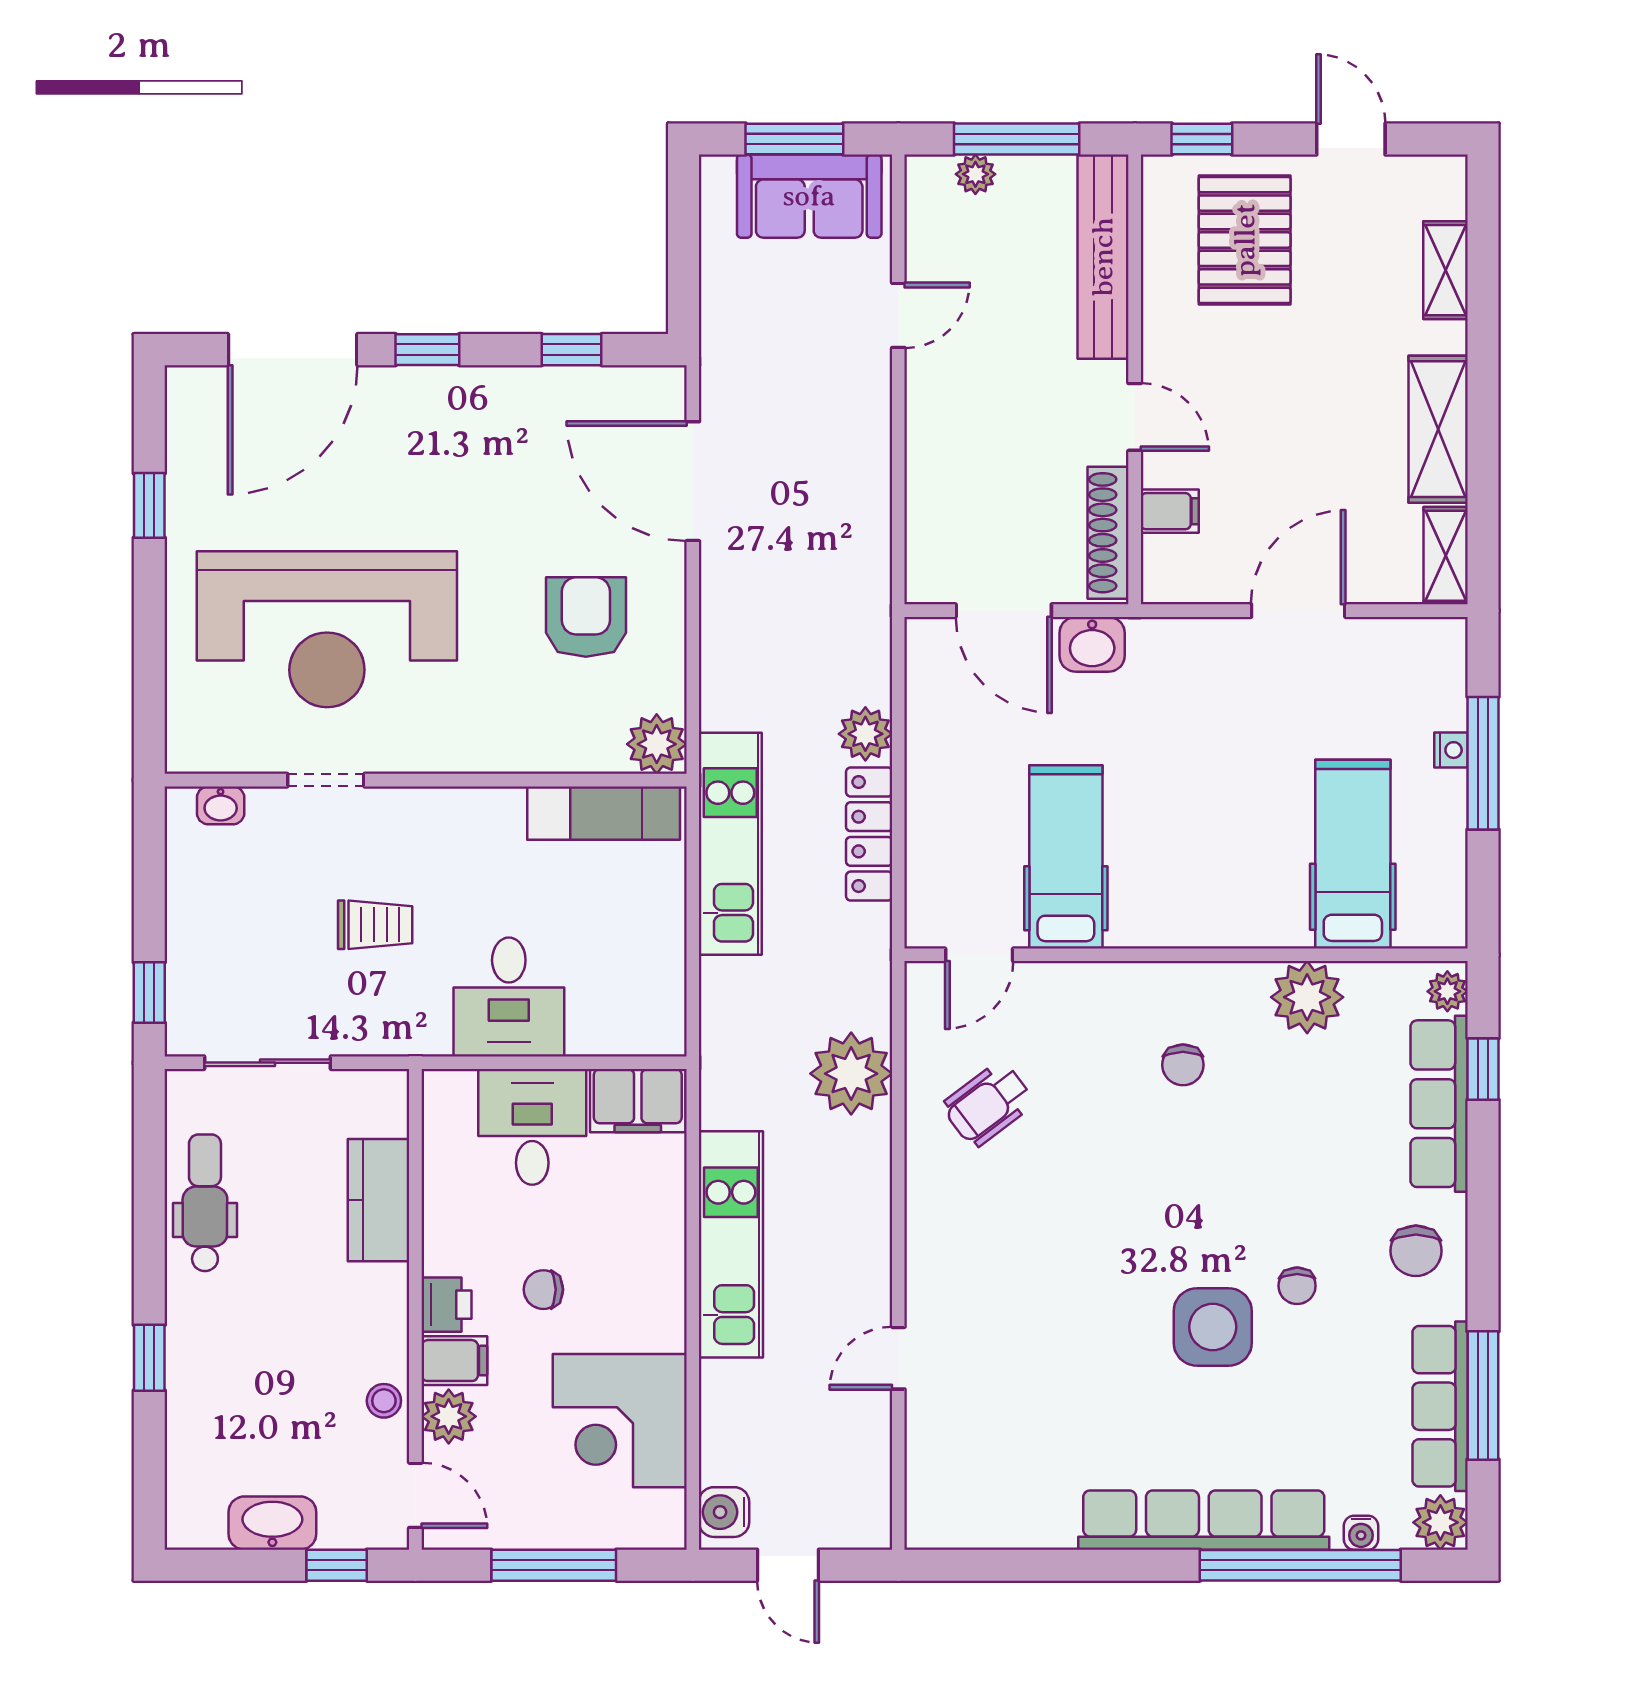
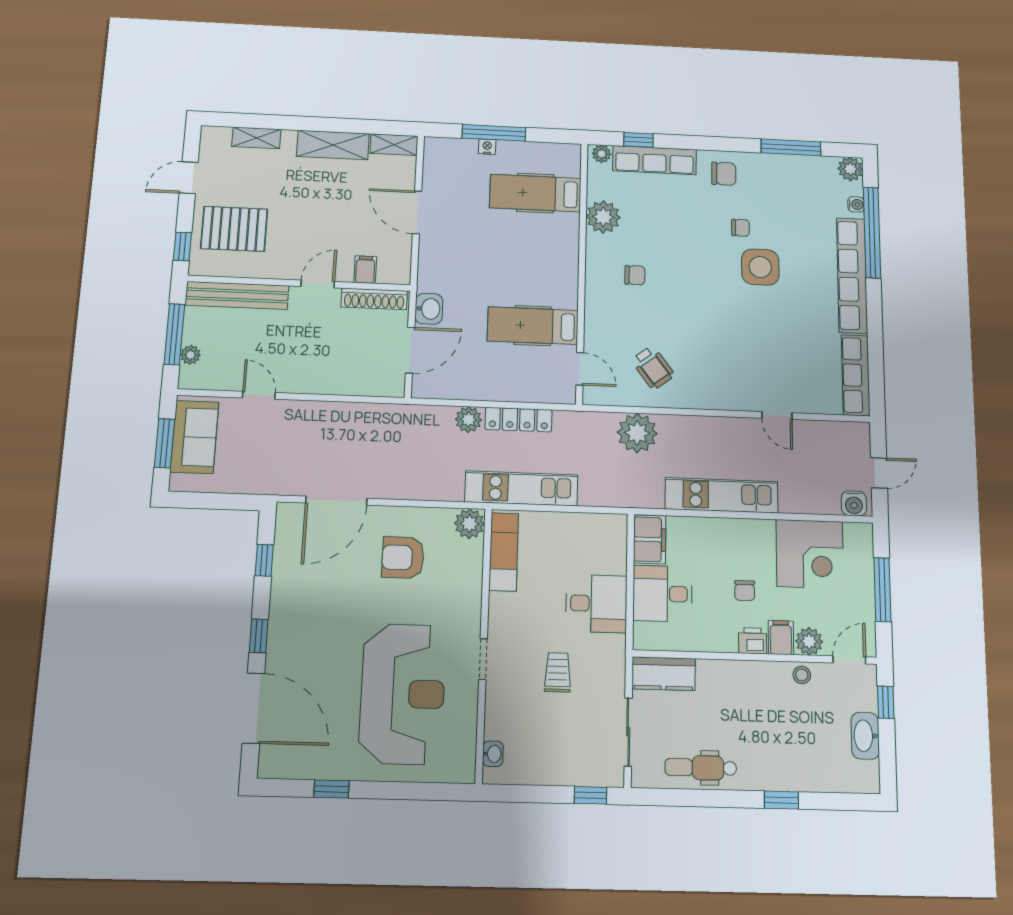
doorway: (326, 780) -> (483, 659), moved
kitchen counter: (379, 1200) -> (664, 674), moved
row of seats: (1440, 1406) -> (856, 375), moved, turned 90

